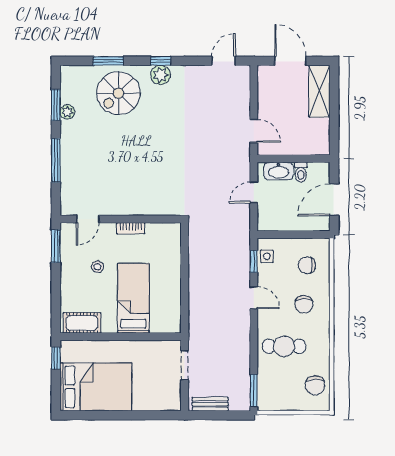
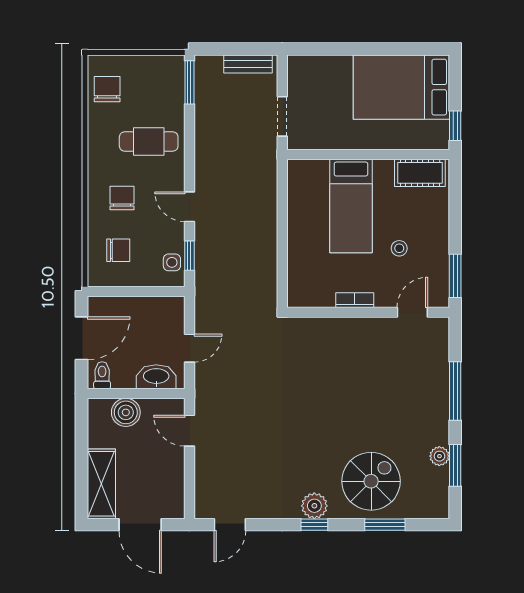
boiler: (301, 144) -> (126, 412), added
toilet: (301, 172) -> (102, 375), moved

